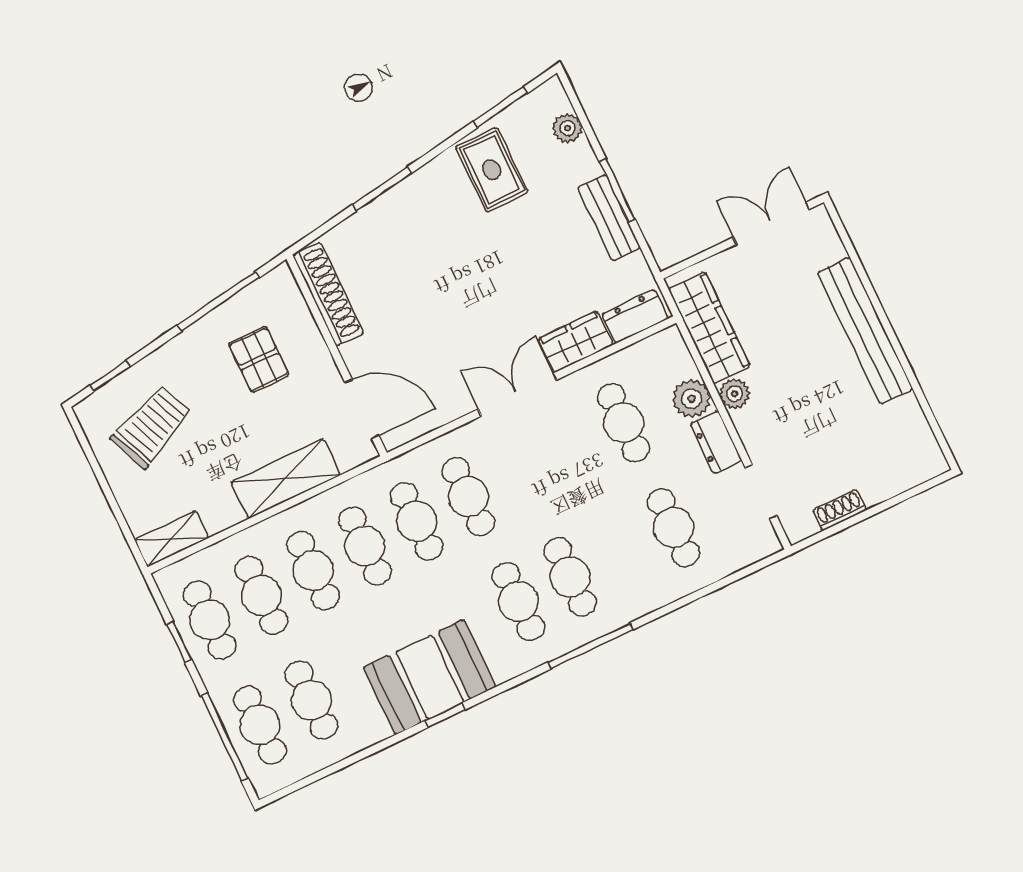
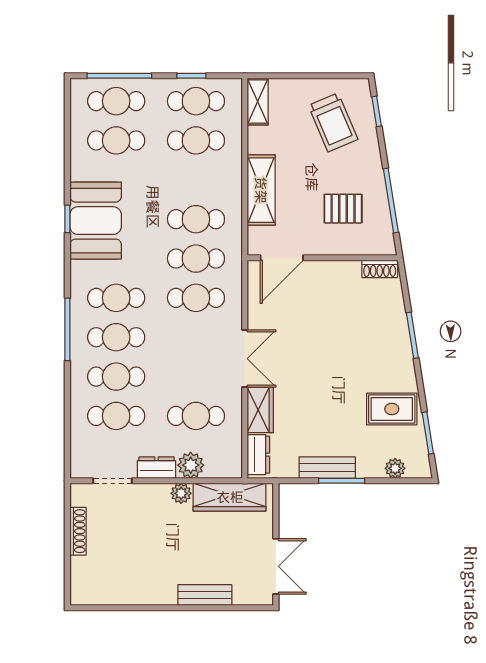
shoe rack: (328, 294) -> (380, 269), width x0.51, depth x0.81
bench: (865, 331) -> (205, 595), width x0.54, depth x0.82
shoe rack: (840, 510) -> (78, 531), width x1.43
cafe table: (313, 571) -> (116, 377), moved

